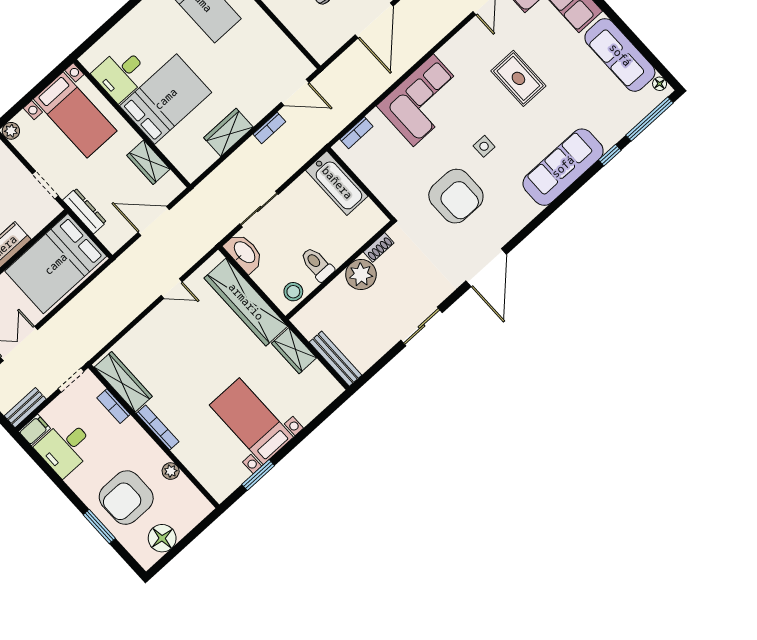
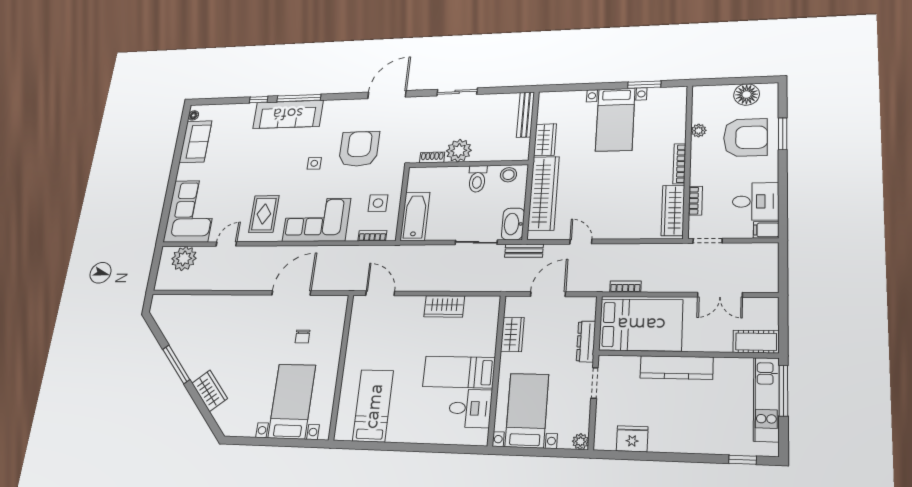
sofa: (620, 55) -> (195, 142), width x0.73
rug: (518, 78) -> (264, 214), moved
bed: (166, 99) -> (459, 372), width x0.67
window: (649, 119) -> (299, 98), moved
bookcase: (269, 128) -> (625, 287), moved
side table: (383, 165) -> (378, 203), added
door: (154, 221) -> (548, 294), swing flipped
bench: (25, 408) -> (524, 251), moved

